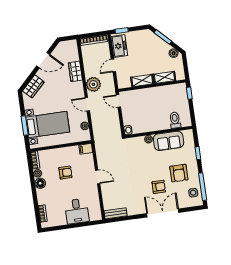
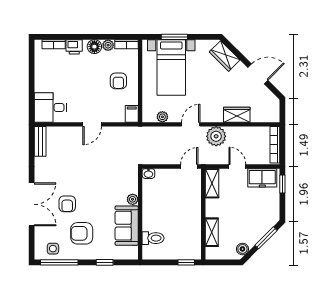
door: (43, 60) -> (258, 74), swing flipped
shelving: (142, 81) -> (212, 183), moved
armchair: (65, 173) -> (118, 81), moved
printer: (43, 198) -> (74, 47), added
desk: (77, 211) -> (50, 107), moved

